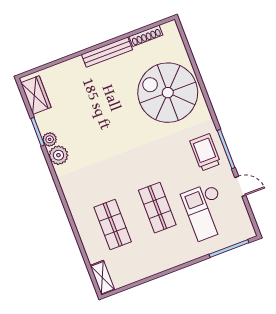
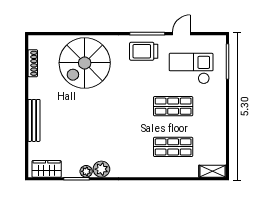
bench: (107, 52) -> (34, 120), moved
checkout: (206, 212) -> (191, 69), turned 180

